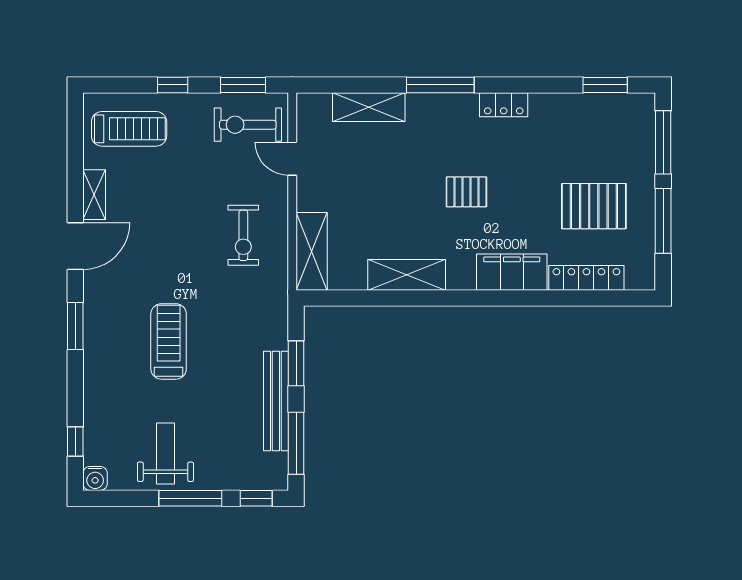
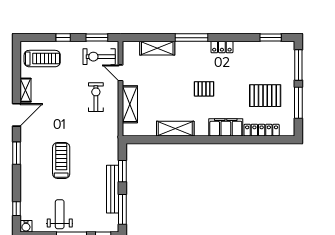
exercise bike: (243, 235) -> (96, 97), moved, turned 180
shelving: (312, 251) -> (130, 104), moved

